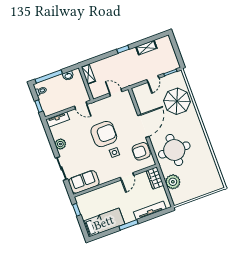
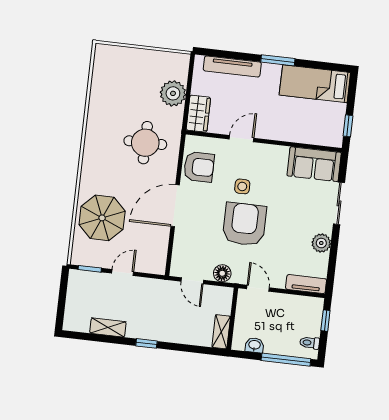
floor lamp: (103, 104) -> (222, 273), added
armchair: (104, 134) -> (244, 224), turned 90
round table: (174, 150) -> (145, 143), width x0.73, depth x0.73

